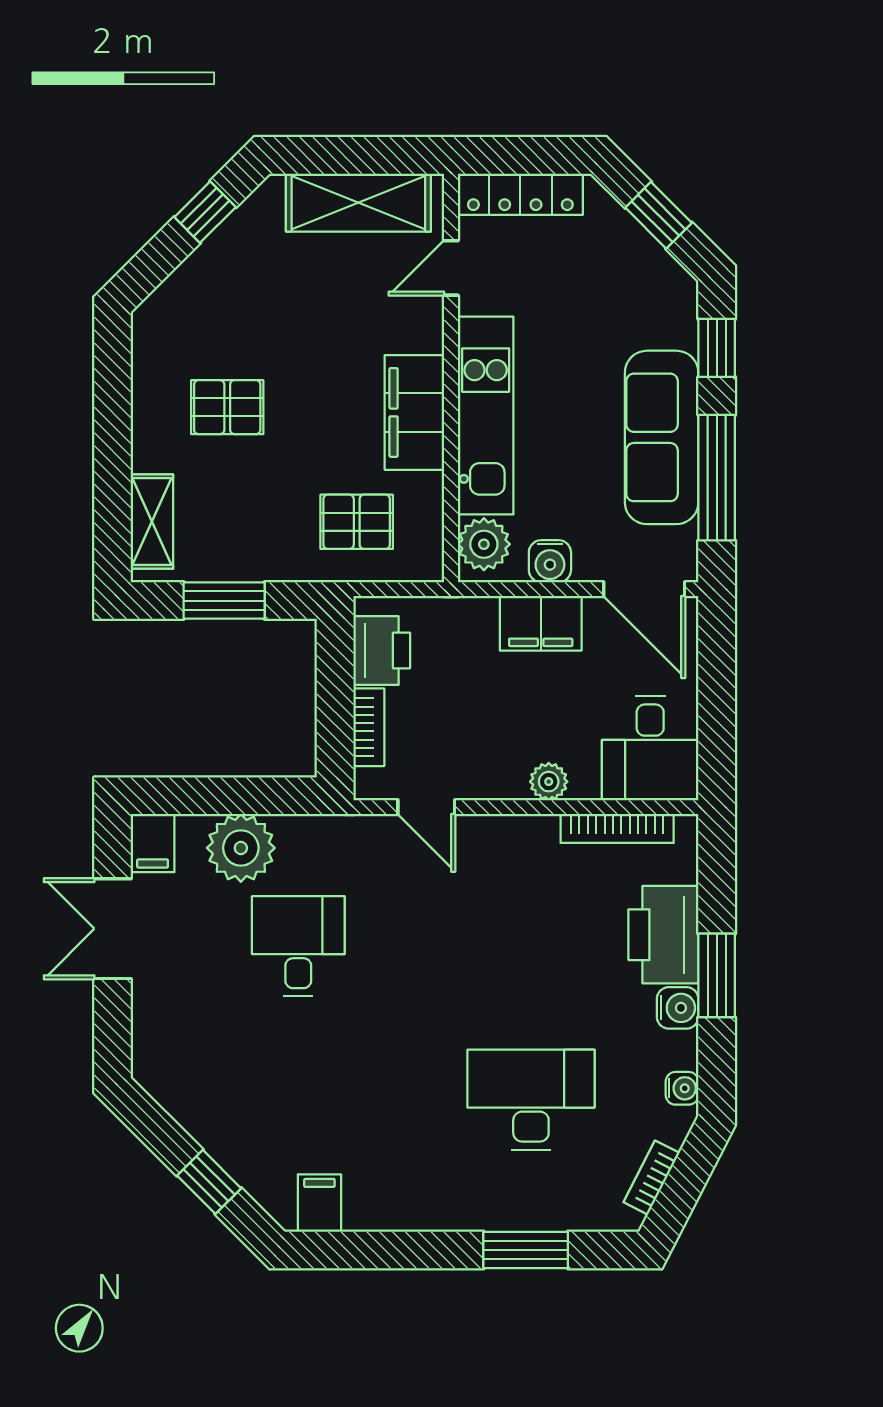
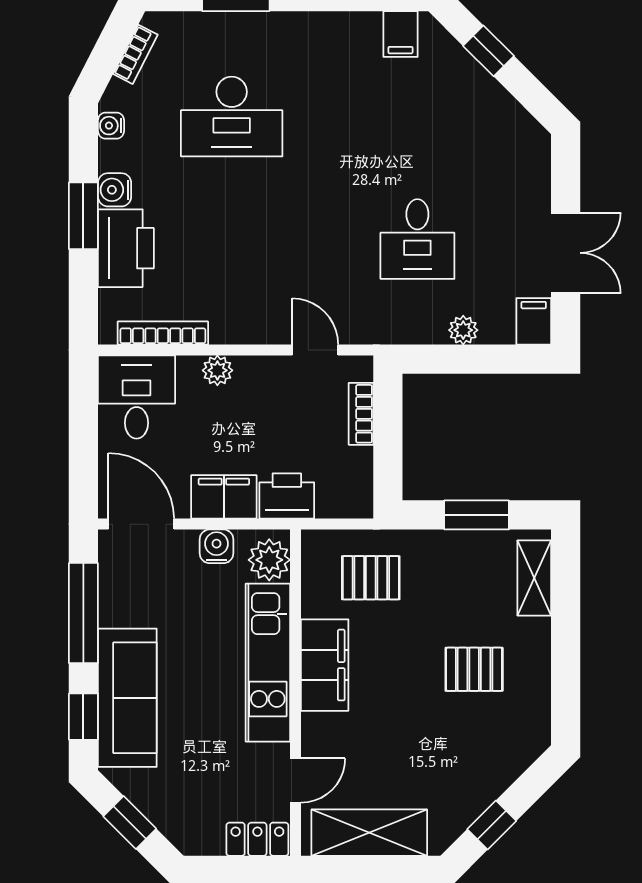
locker: (520, 194) -> (257, 839), width x0.66
sofa: (662, 437) -> (127, 698), moved
printer: (382, 651) -> (287, 496), moved, turned 90
plant: (241, 848) -> (463, 330), width x0.53, depth x0.53

